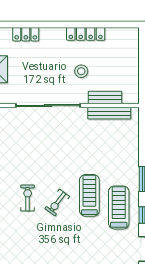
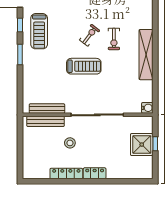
locker: (26, 34) -> (95, 173), moved
bench: (105, 97) -> (46, 121), width x1.36
treadmill: (89, 195) -> (84, 66), moved, turned -90

